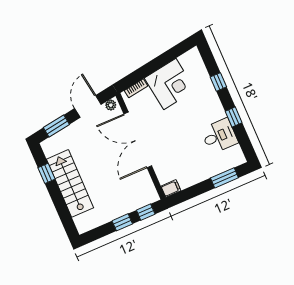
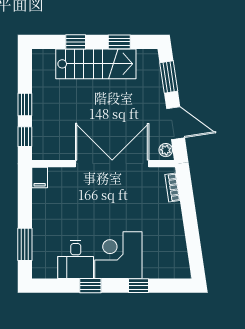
corner desk: (170, 84) -> (118, 255), moved, turned 98
window: (60, 205) -> (76, 42), added

